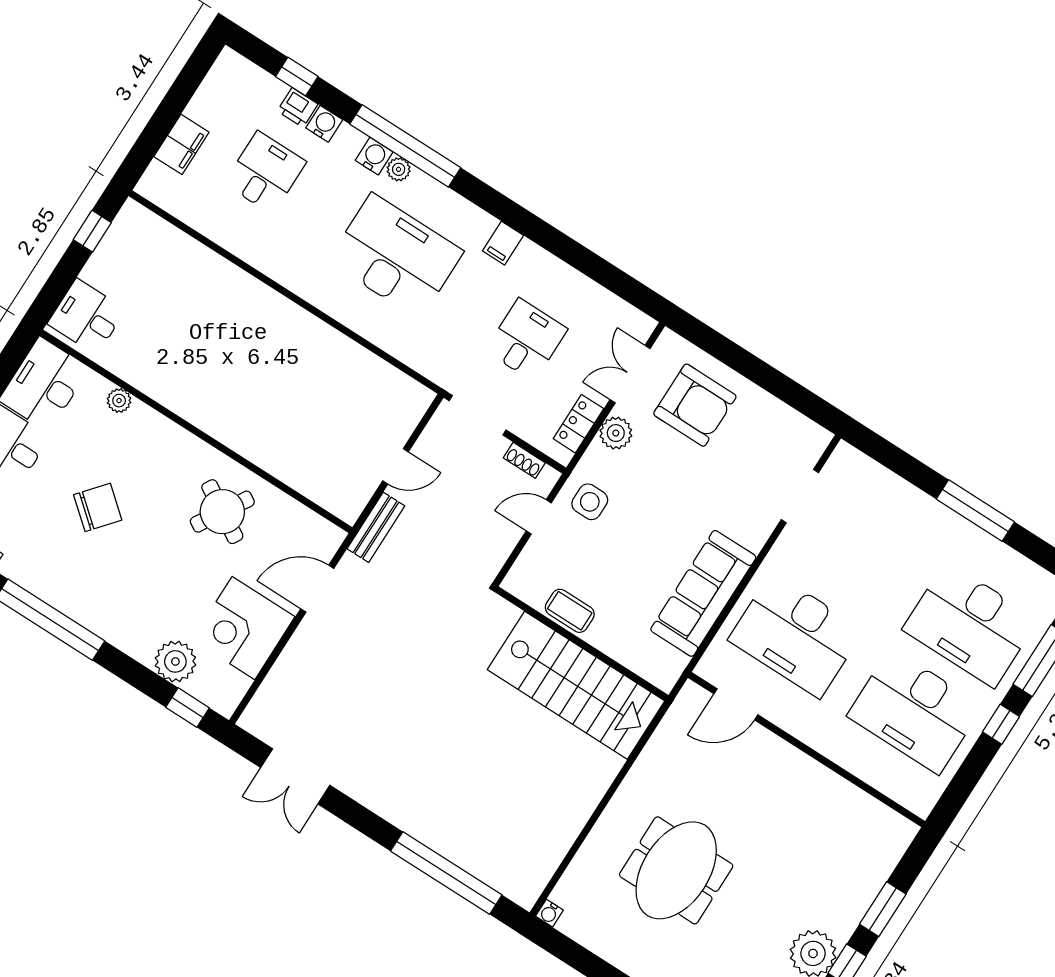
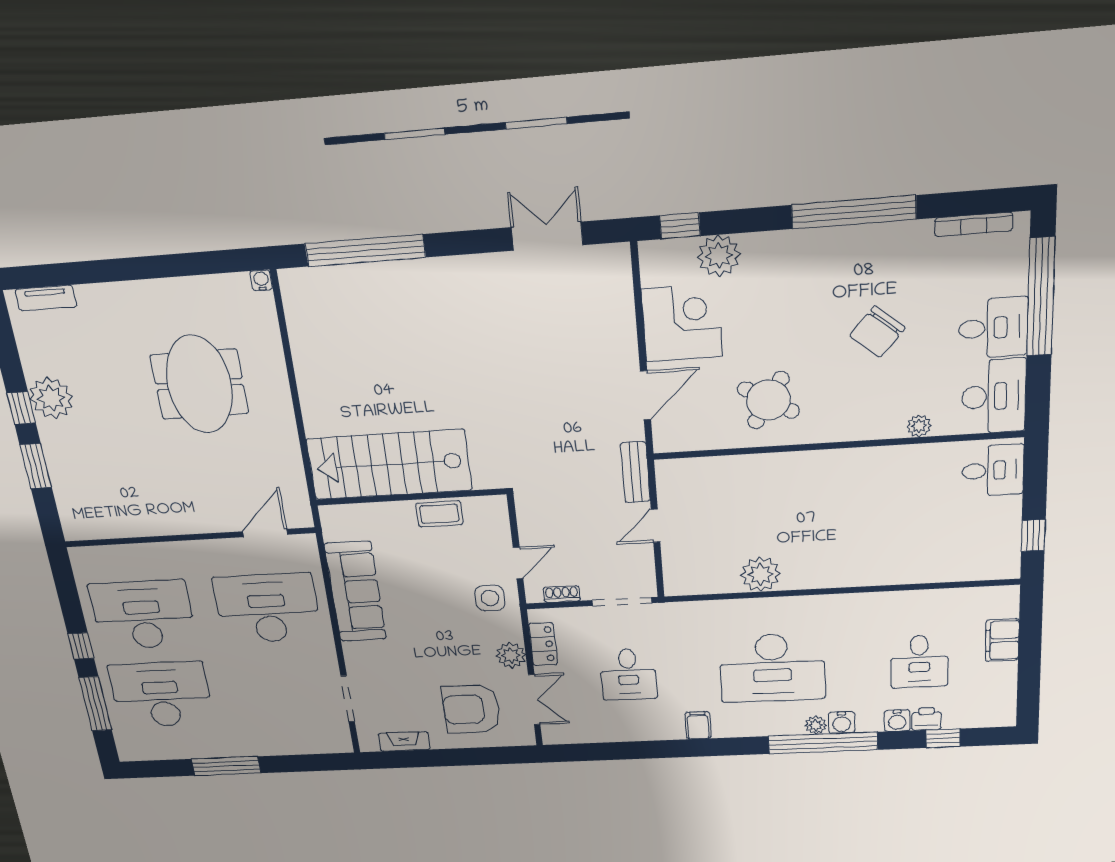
plant: (341, 356) -> (760, 574), added
fireplace: (784, 416) -> (404, 741), added

